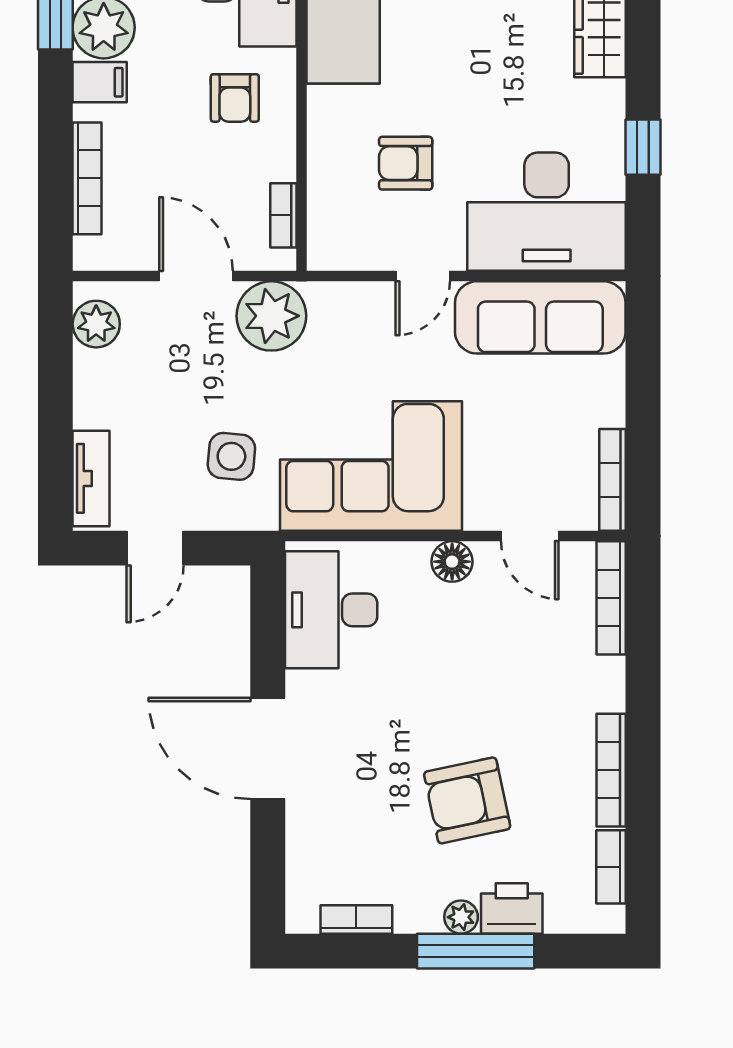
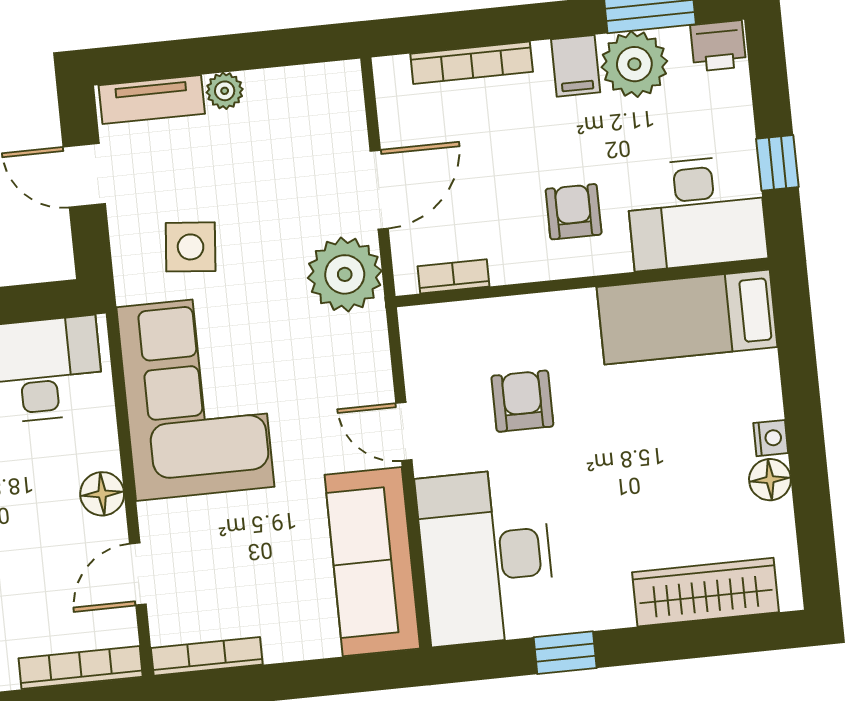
armchair: (235, 98) -> (574, 212), turned 90
plant: (96, 324) -> (225, 91), moved, width x0.73, depth x0.73

